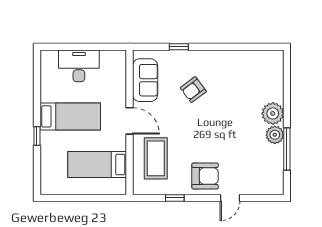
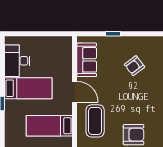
desk: (79, 66) -> (17, 61), moved, turned -90
armchair: (193, 90) -> (135, 66), moved

